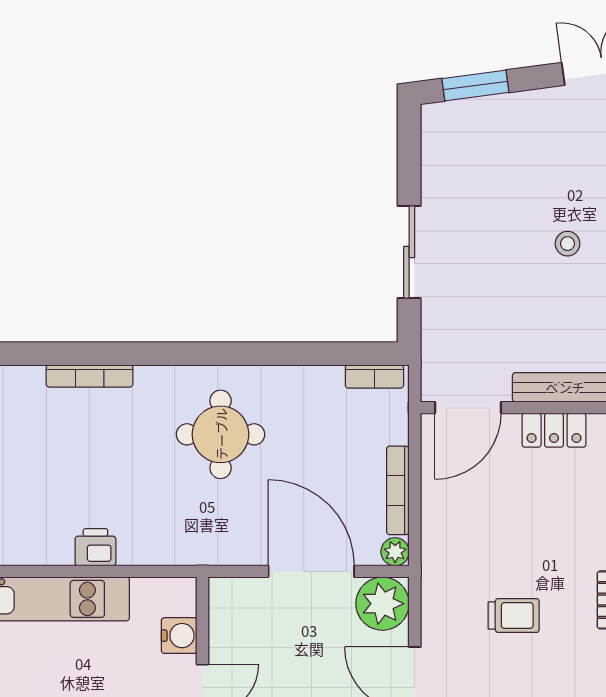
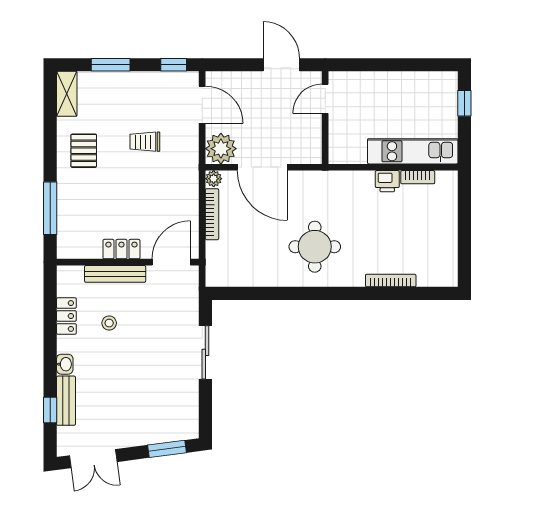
stool: (567, 244) -> (109, 323), moved
bookcase: (374, 376) -> (418, 177), moved, turned 180
water cooler: (179, 636) -> (339, 130), removed

